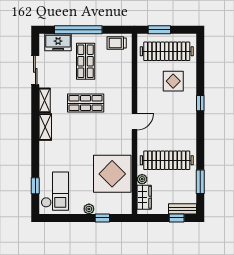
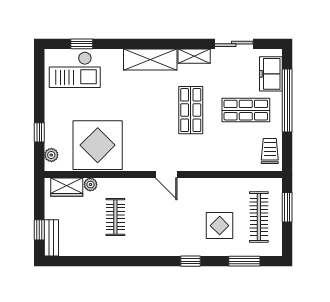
clothes rail: (167, 51) -> (259, 217), width x0.73, depth x0.76
shelving: (45, 127) -> (150, 60), width x1.50, depth x1.33
clothes rail: (167, 160) -> (115, 217), width x0.54, depth x0.76
window: (200, 182) -> (244, 261), moved
plant: (89, 209) -> (51, 155), moved

